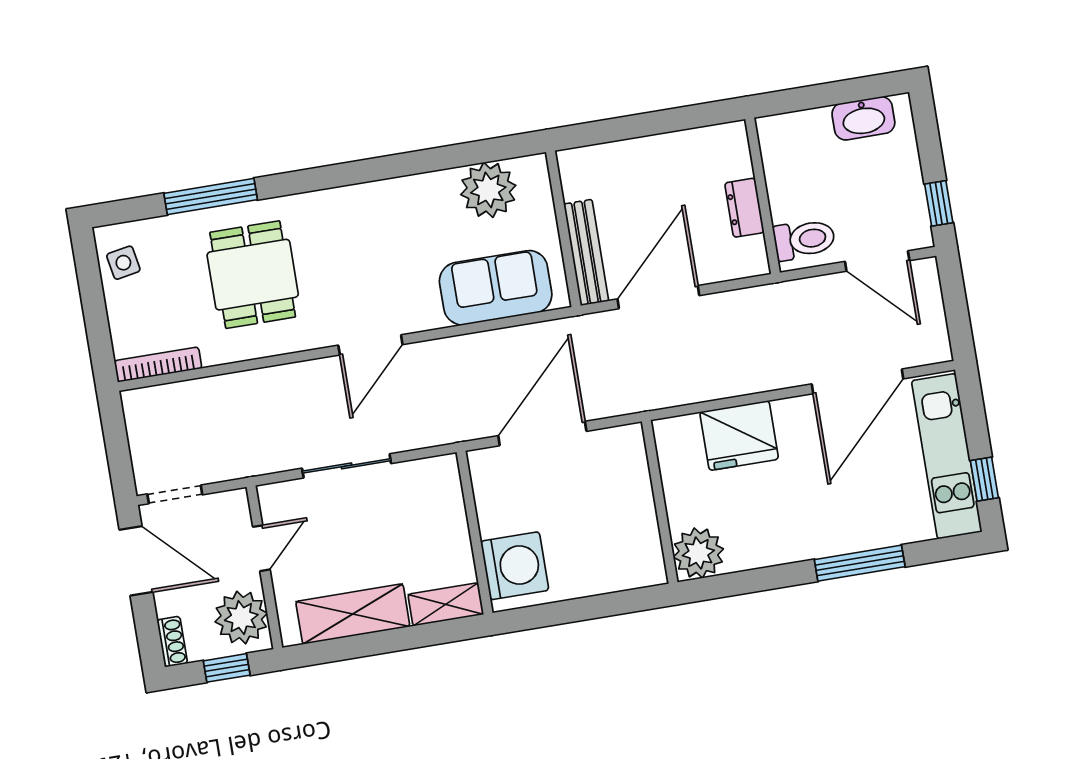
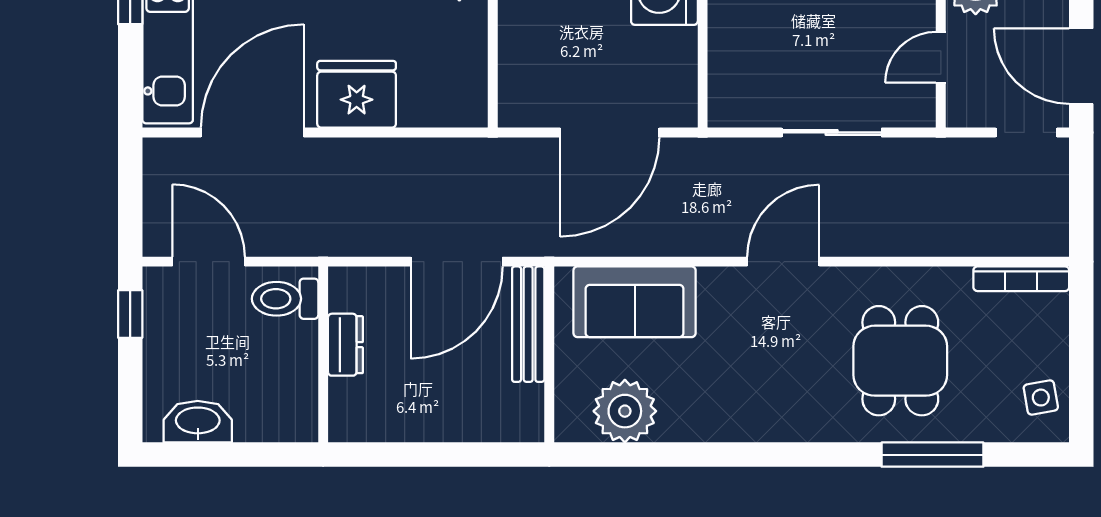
fridge: (739, 436) -> (357, 94), moved

